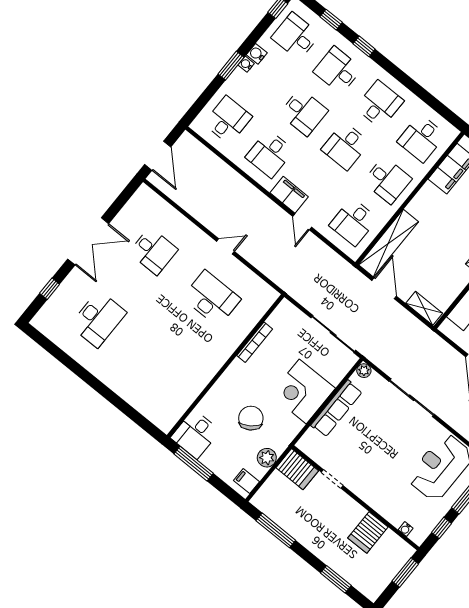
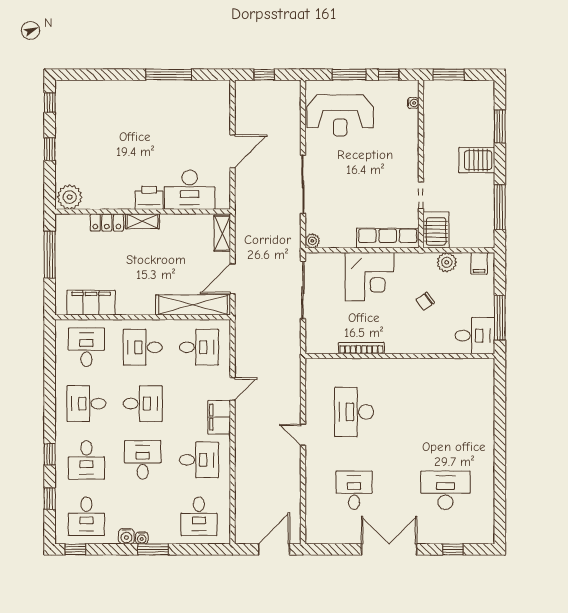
desk: (228, 120) -> (199, 516), turned -90
desk: (421, 138) -> (86, 347), turned -90
desk: (387, 180) -> (143, 347), turned -90
row of seats: (337, 408) -> (388, 238), moved
chair: (251, 418) -> (425, 301), width x0.54, depth x0.54
server rack: (368, 532) -> (477, 160), moved, turned 180

